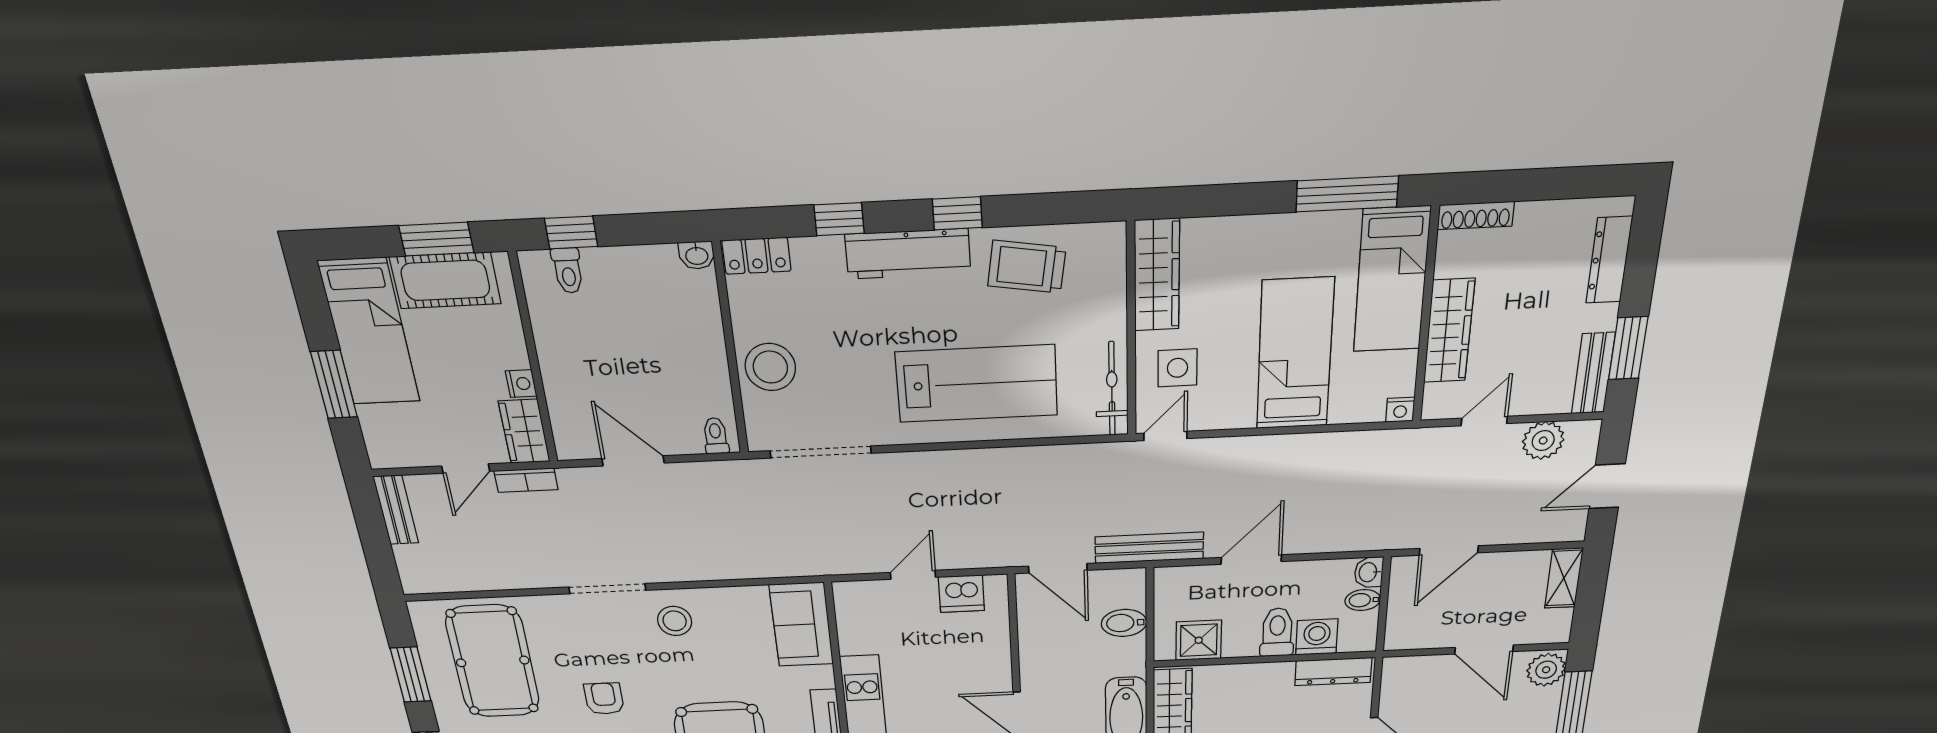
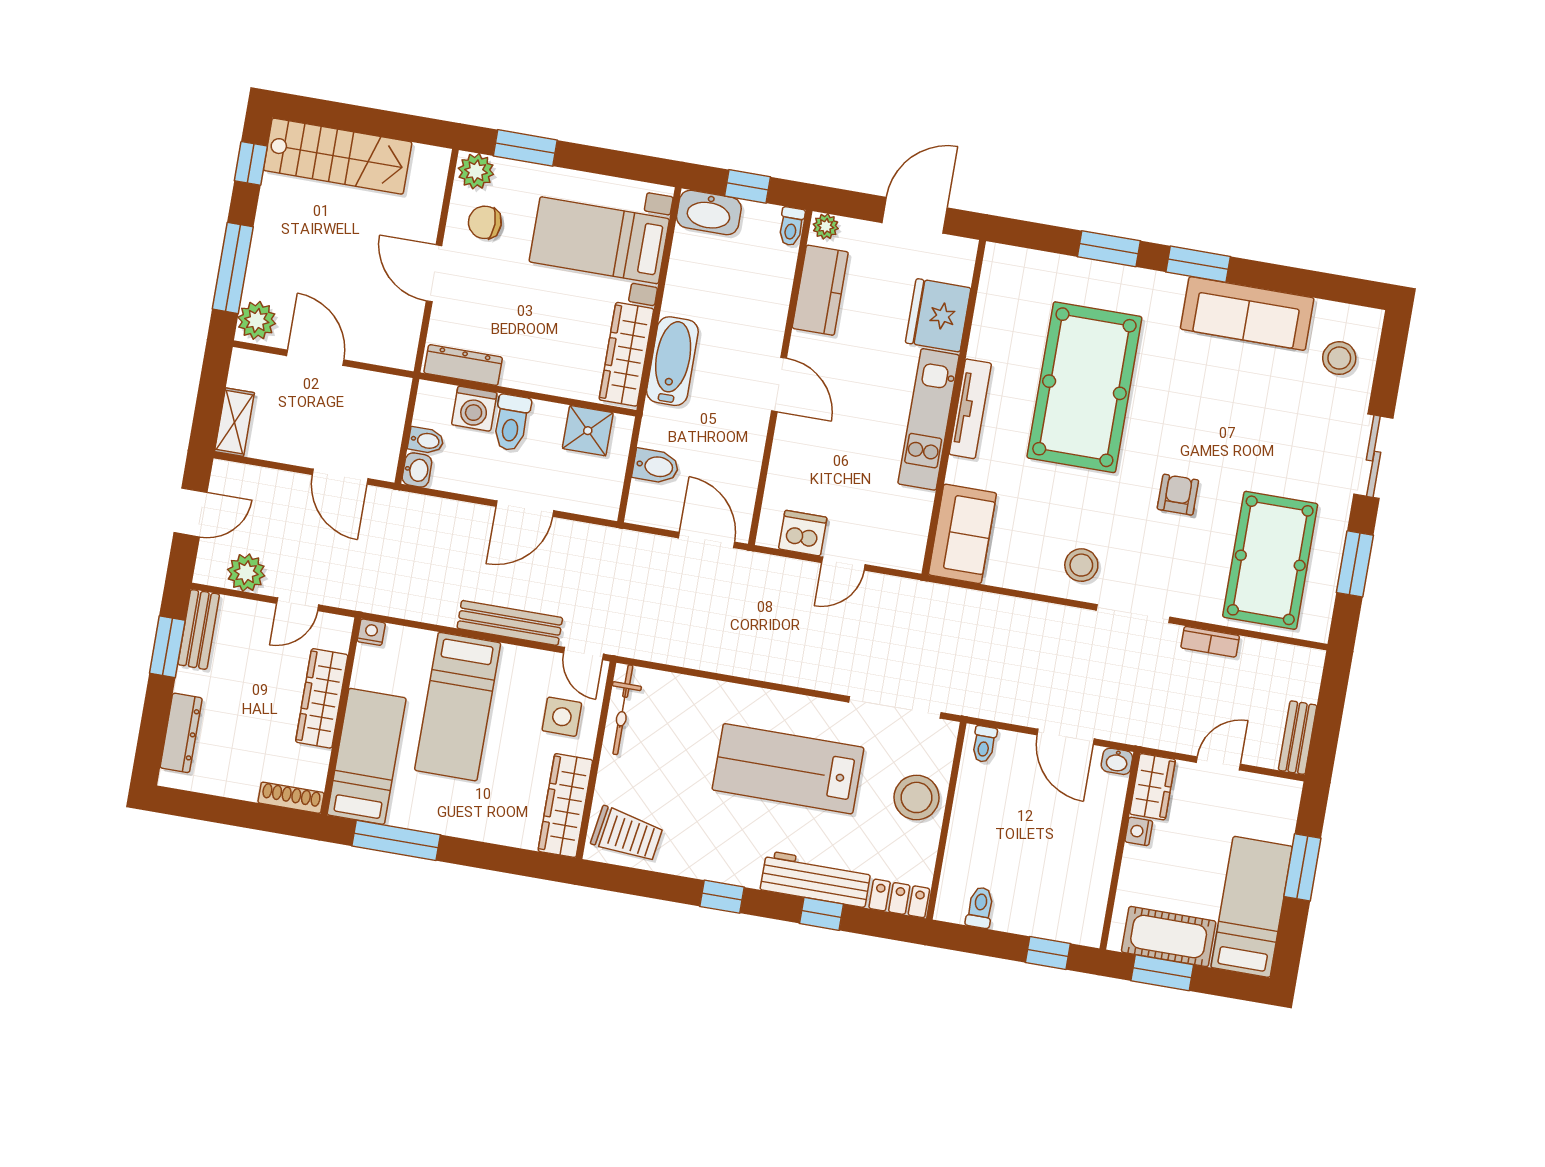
workbench: (908, 254) -> (816, 879), moved
washbasin: (697, 255) -> (1117, 761), moved, turned 180
trolley: (1027, 267) -> (627, 835), moved
toilet: (568, 271) -> (980, 907), moved
lab bench: (977, 384) -> (788, 769), moved
door: (1165, 436) -> (583, 654), hinge flipped
bookcase: (526, 480) -> (1210, 642), moved, turned 180
bench: (1149, 548) -> (510, 623), moved
door: (1449, 551) -> (340, 477), swing flipped
armchair: (604, 699) -> (1178, 495), turned 180

